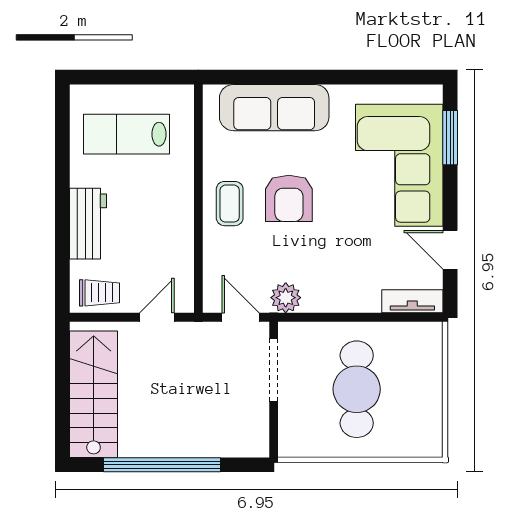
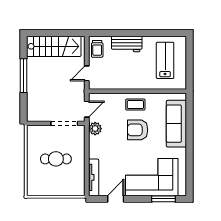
tv unit: (412, 301) -> (94, 177), width x1.41
door: (157, 317) -> (87, 73), swing flipped
cafe table: (357, 389) -> (56, 159), width x0.73, depth x0.74
window: (162, 465) -> (24, 76), width x0.68

